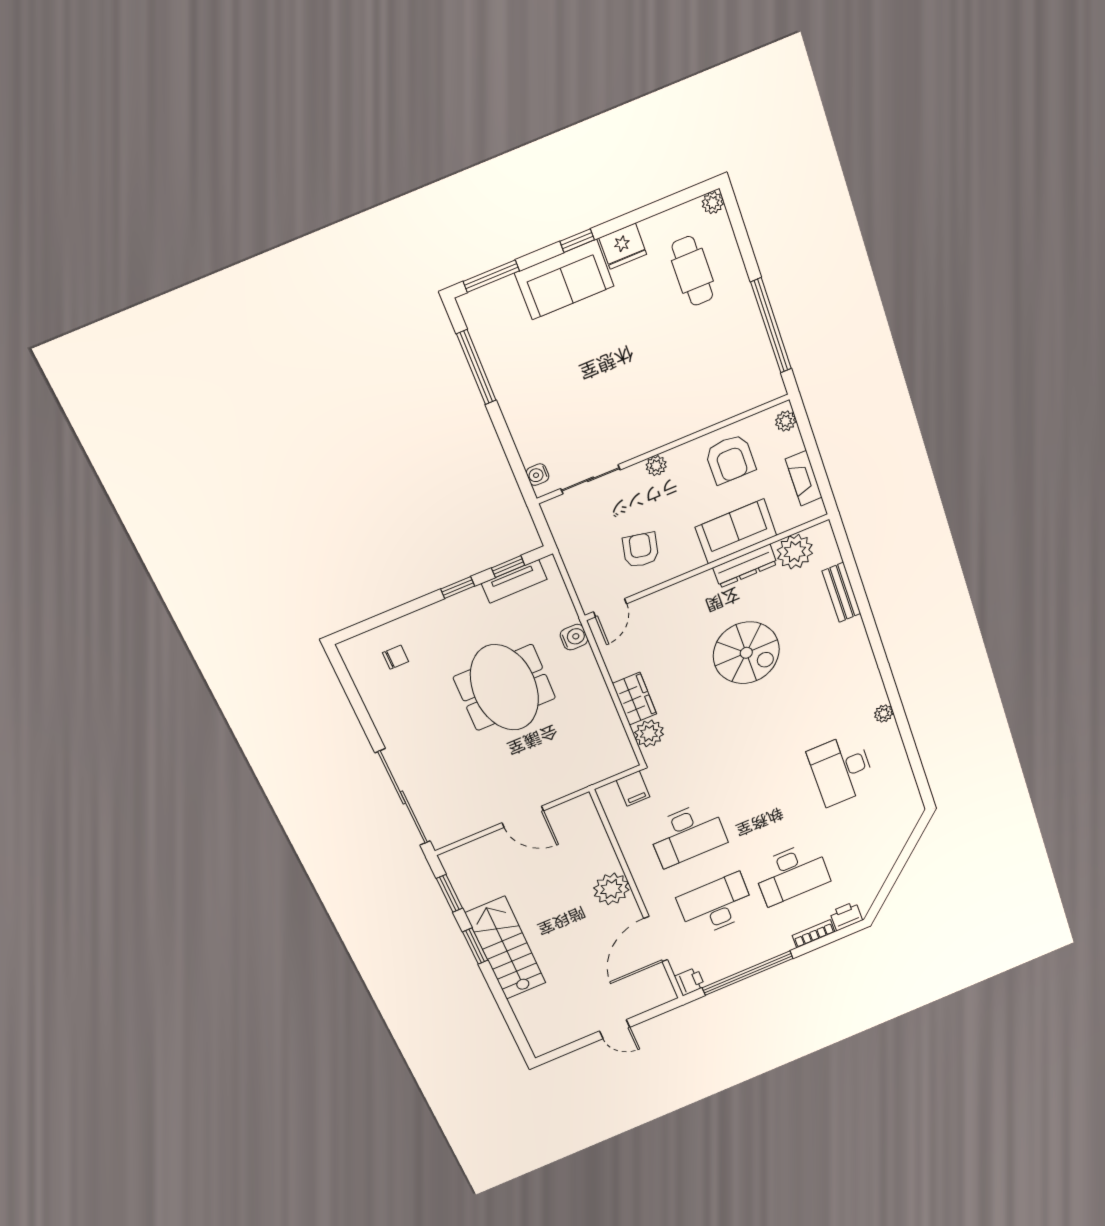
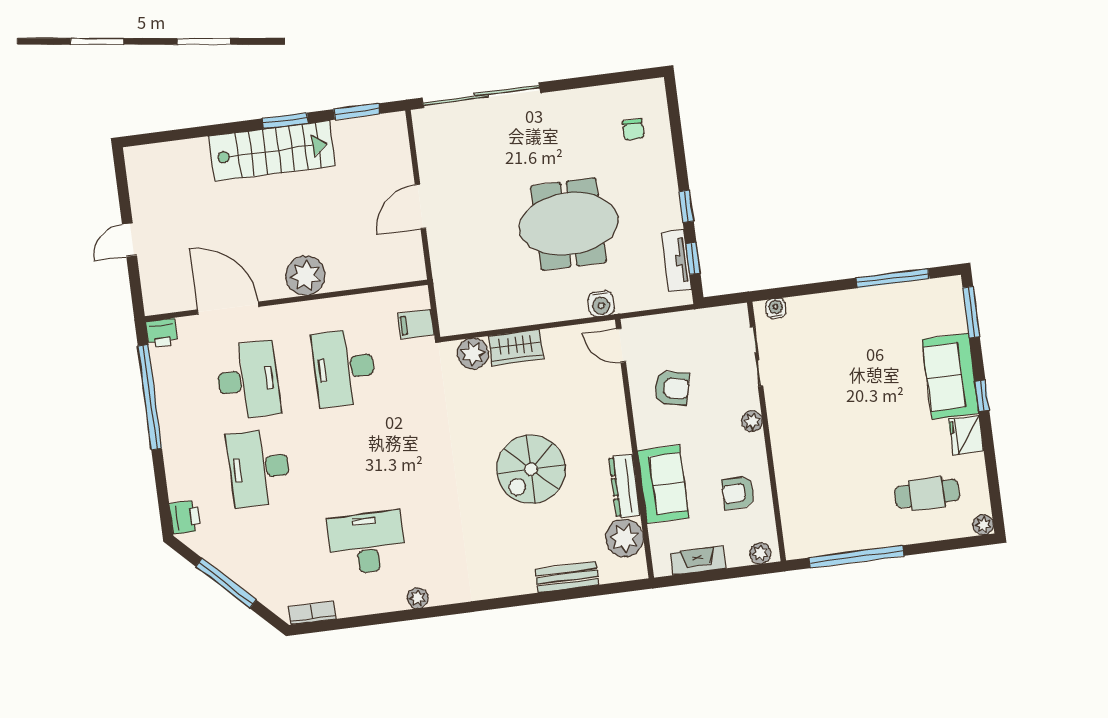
armchair: (730, 459) -> (738, 493), width x0.72, depth x0.72
window: (898, 868) -> (226, 583), added
bookcase: (814, 934) -> (312, 613), moved, turned -90

